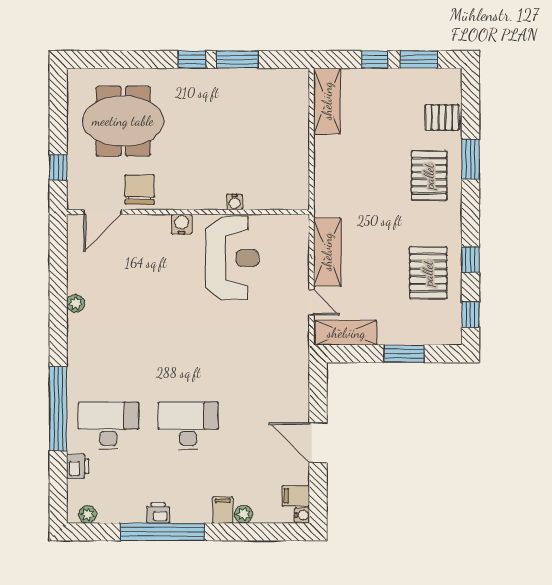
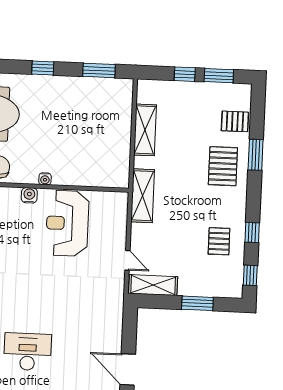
window: (237, 59) -> (99, 70), moved
shelving: (327, 101) -> (145, 130), moved
water cooler: (235, 202) -> (45, 179), moved
shelving: (327, 252) -> (143, 196), moved
reception desk: (232, 258) -> (67, 223), turned 180
pallet: (428, 273) -> (219, 241), width x0.67, depth x0.71

